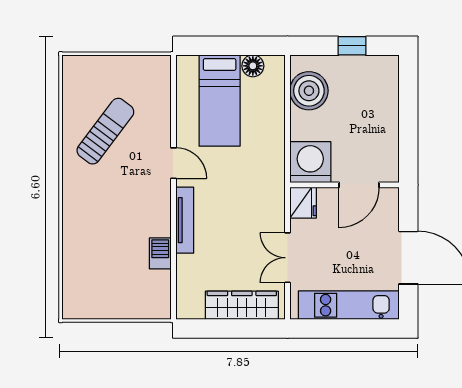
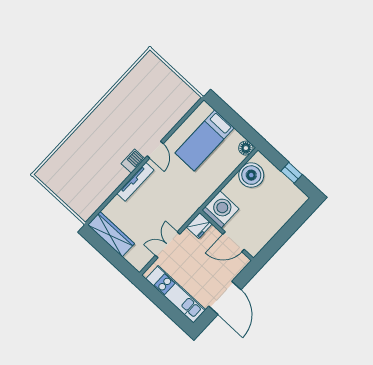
floor lamp: (253, 66) -> (246, 148), moved
sun lounger: (105, 131) -> (137, 105), removed
barbecue: (160, 253) -> (133, 161), moved
wardrobe: (242, 305) -> (111, 234), moved

